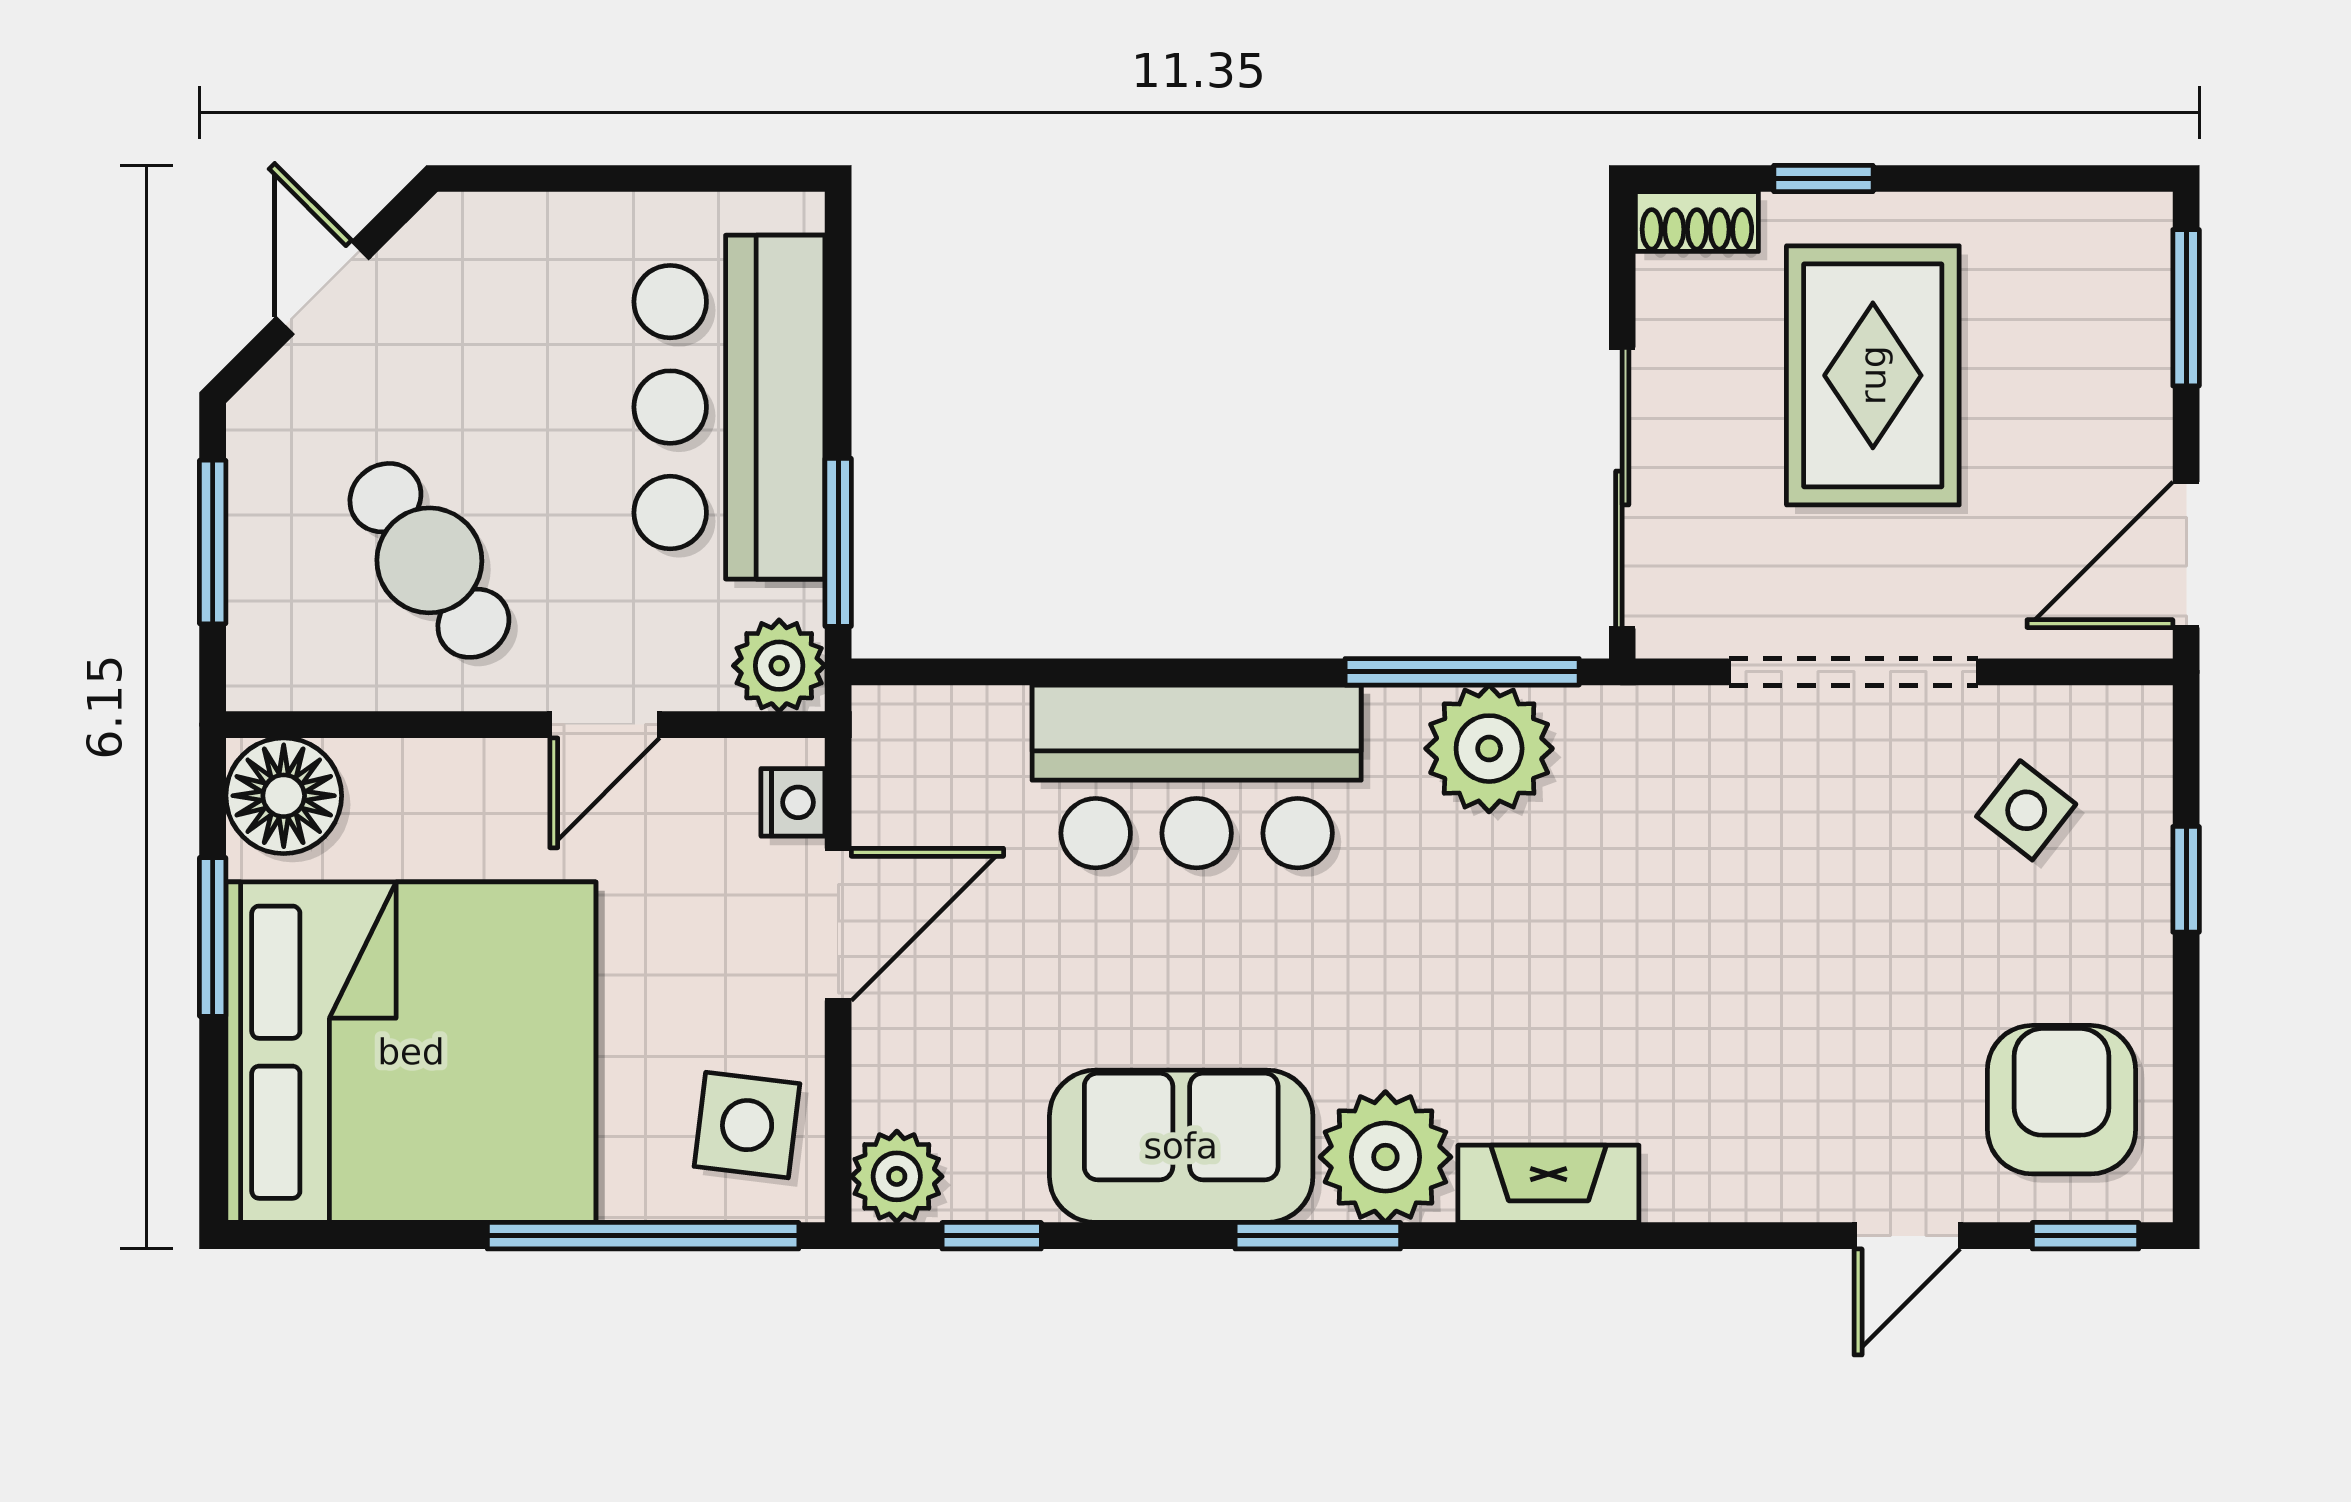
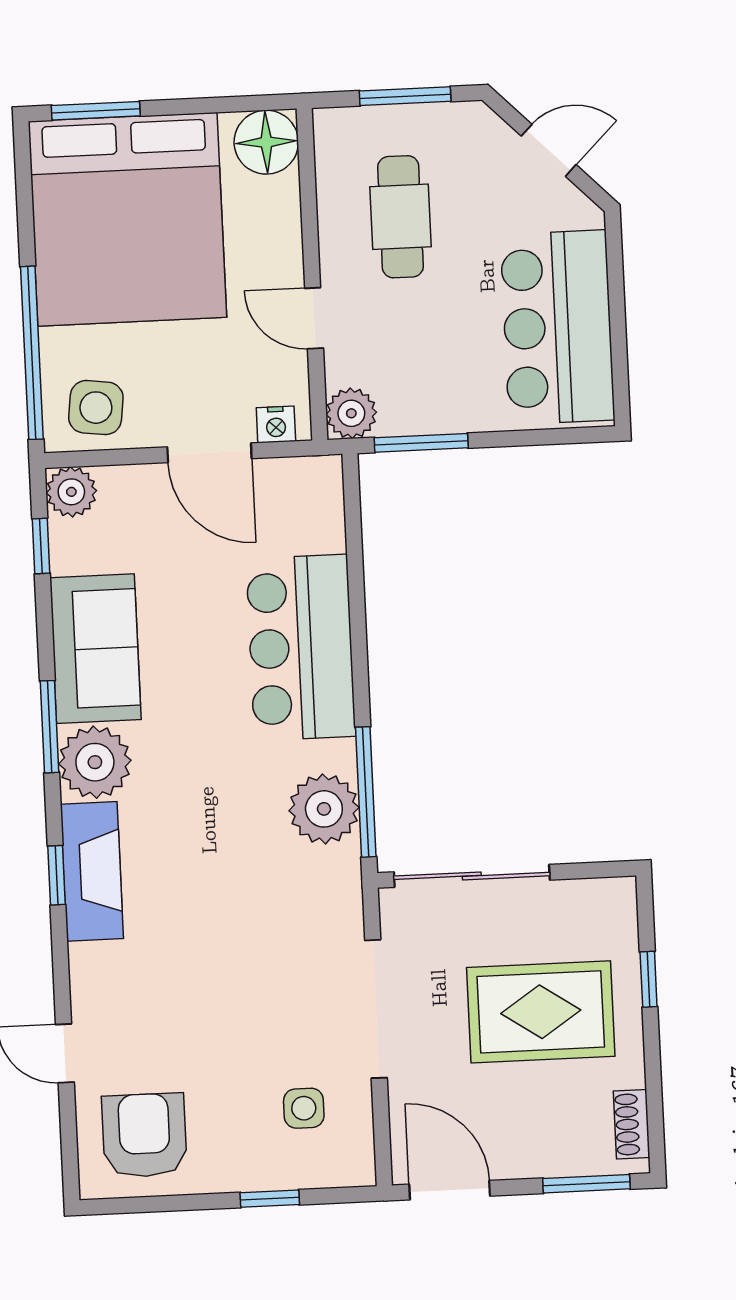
shoe rack: (1697, 222) -> (632, 1124), moved
bar counter: (729, 407) -> (557, 327), moved, turned -90
cafe table: (429, 560) -> (400, 217), turned -55
side table: (2026, 810) -> (304, 1108), turned -38
window: (213, 937) -> (96, 111), moved
armchair: (2062, 1100) -> (144, 1135), turned -90
fireplace: (1548, 1184) -> (92, 871), width x1.37, depth x1.32
window: (2085, 1236) -> (57, 875), moved

